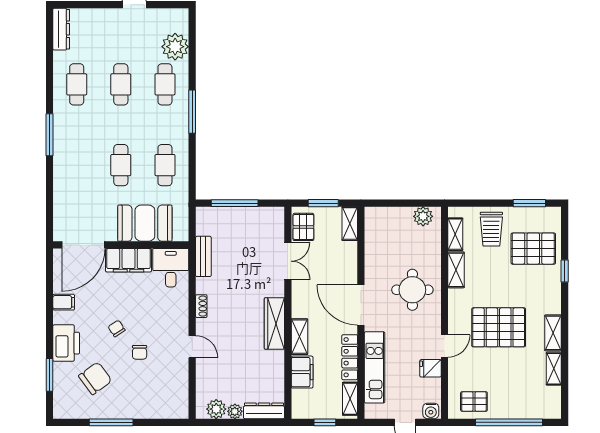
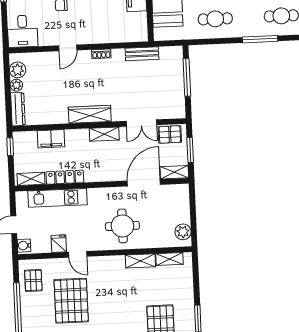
trolley: (491, 229) -> (175, 288), removed
desk: (171, 268) -> (23, 31), moved, turned 90
door: (361, 305) -> (144, 183), moved
pallet: (499, 327) -> (71, 301), moved
shelving: (299, 337) -> (104, 134), moved
window: (325, 422) -> (10, 147), moved

